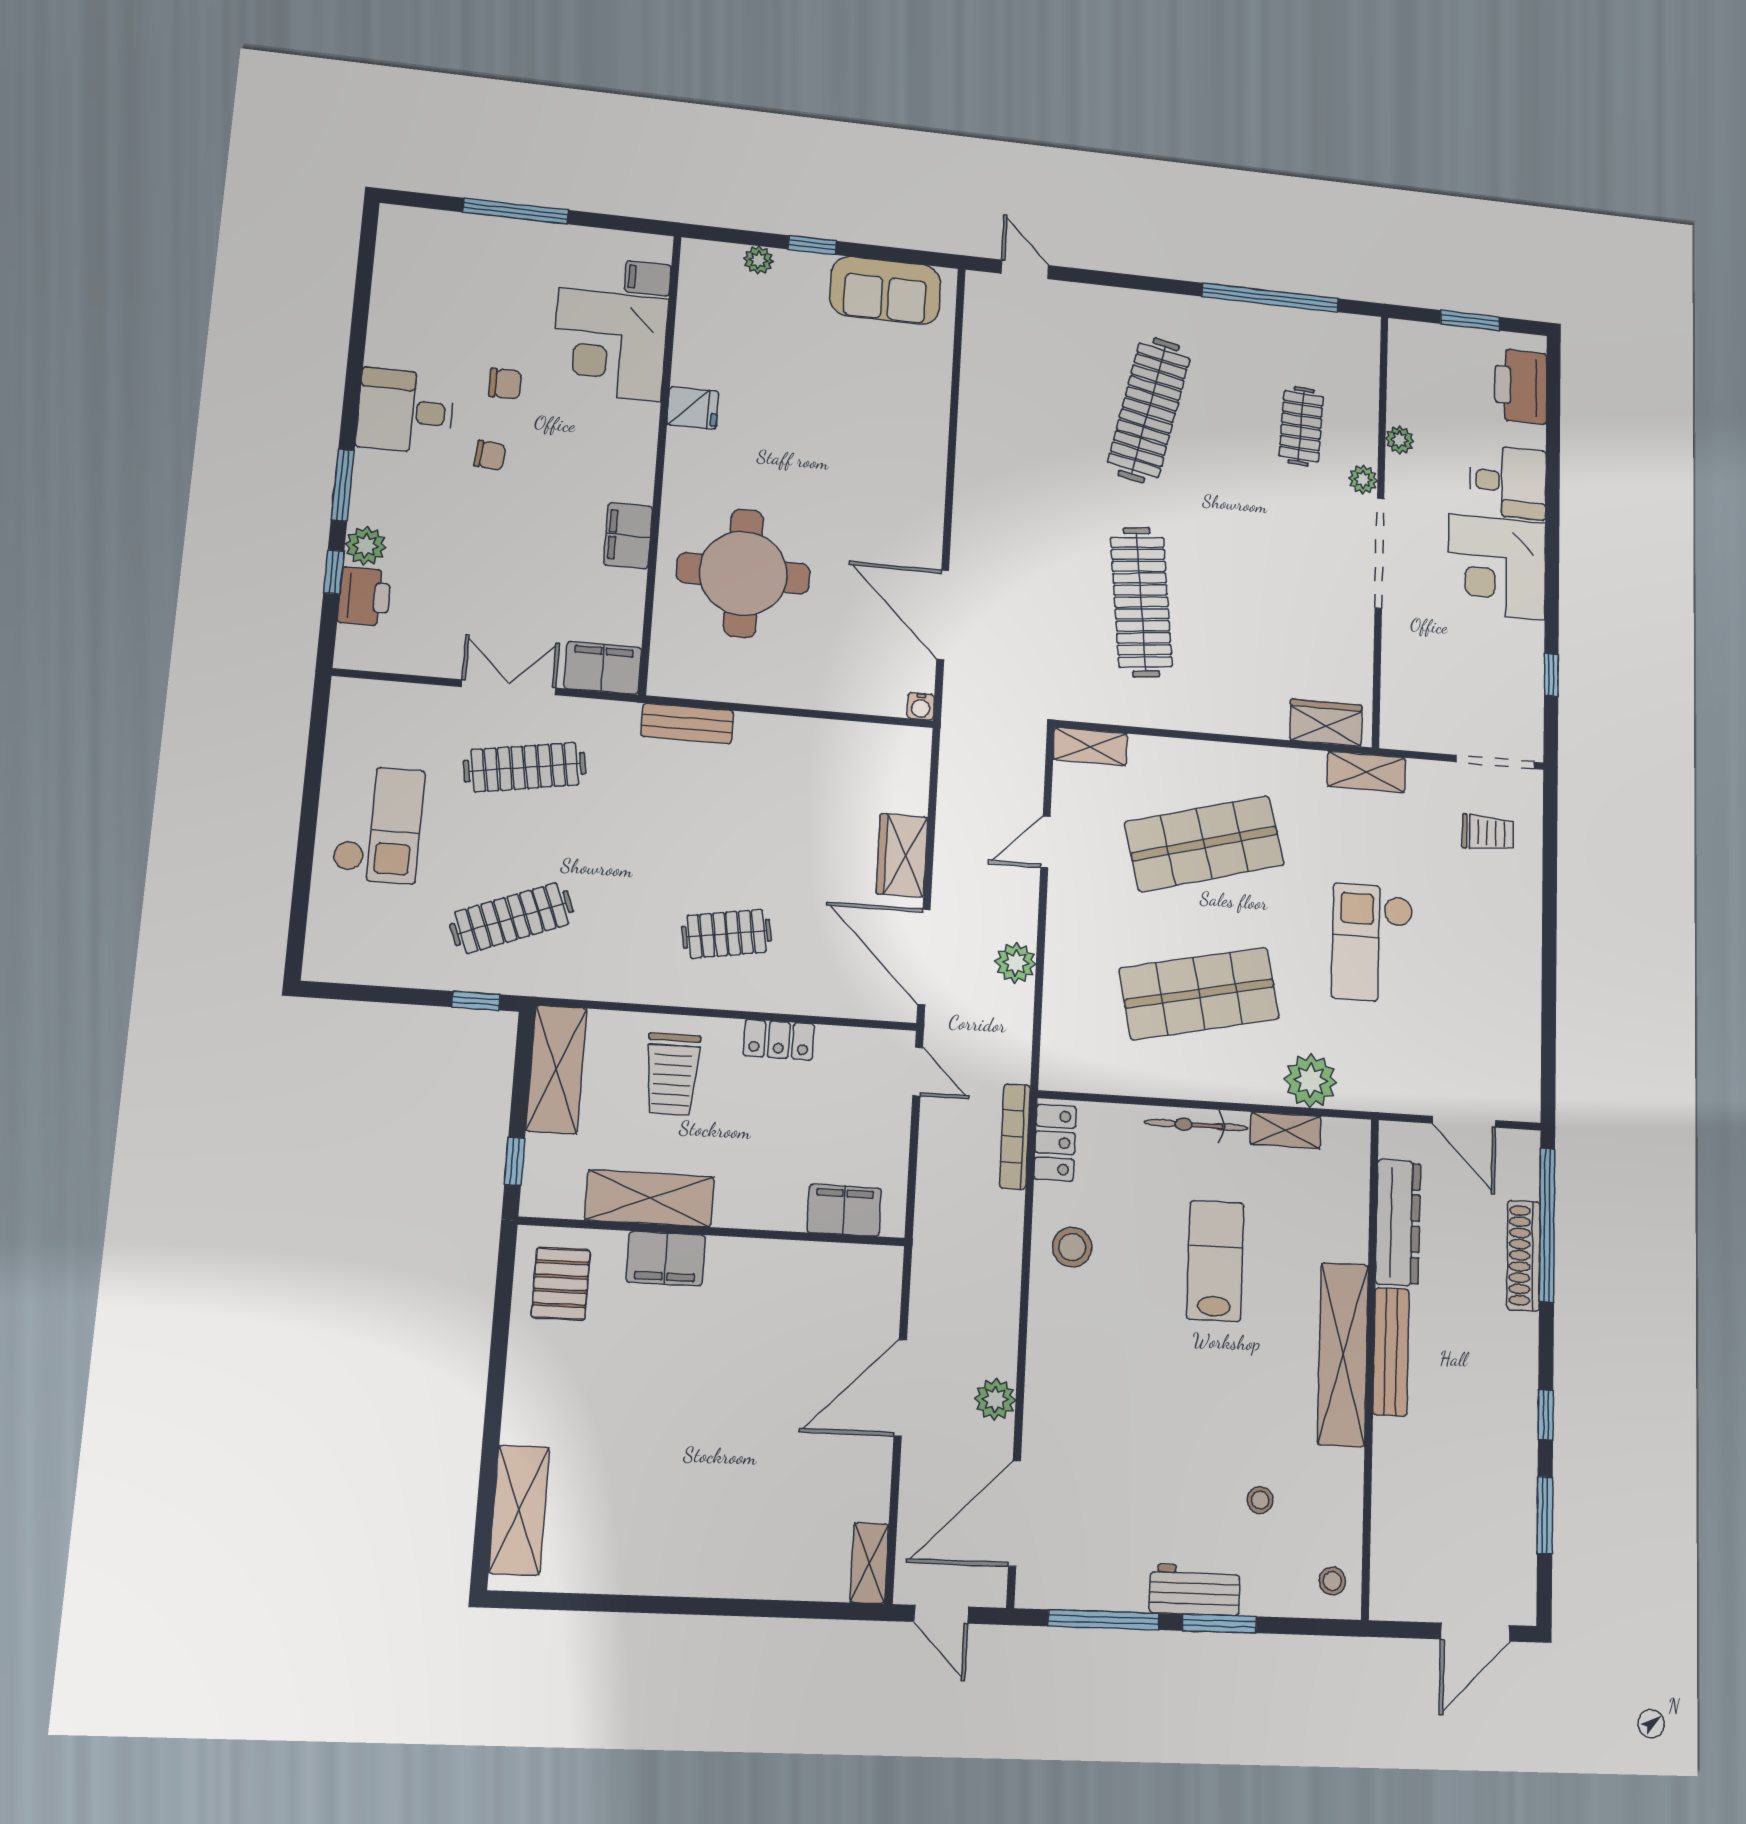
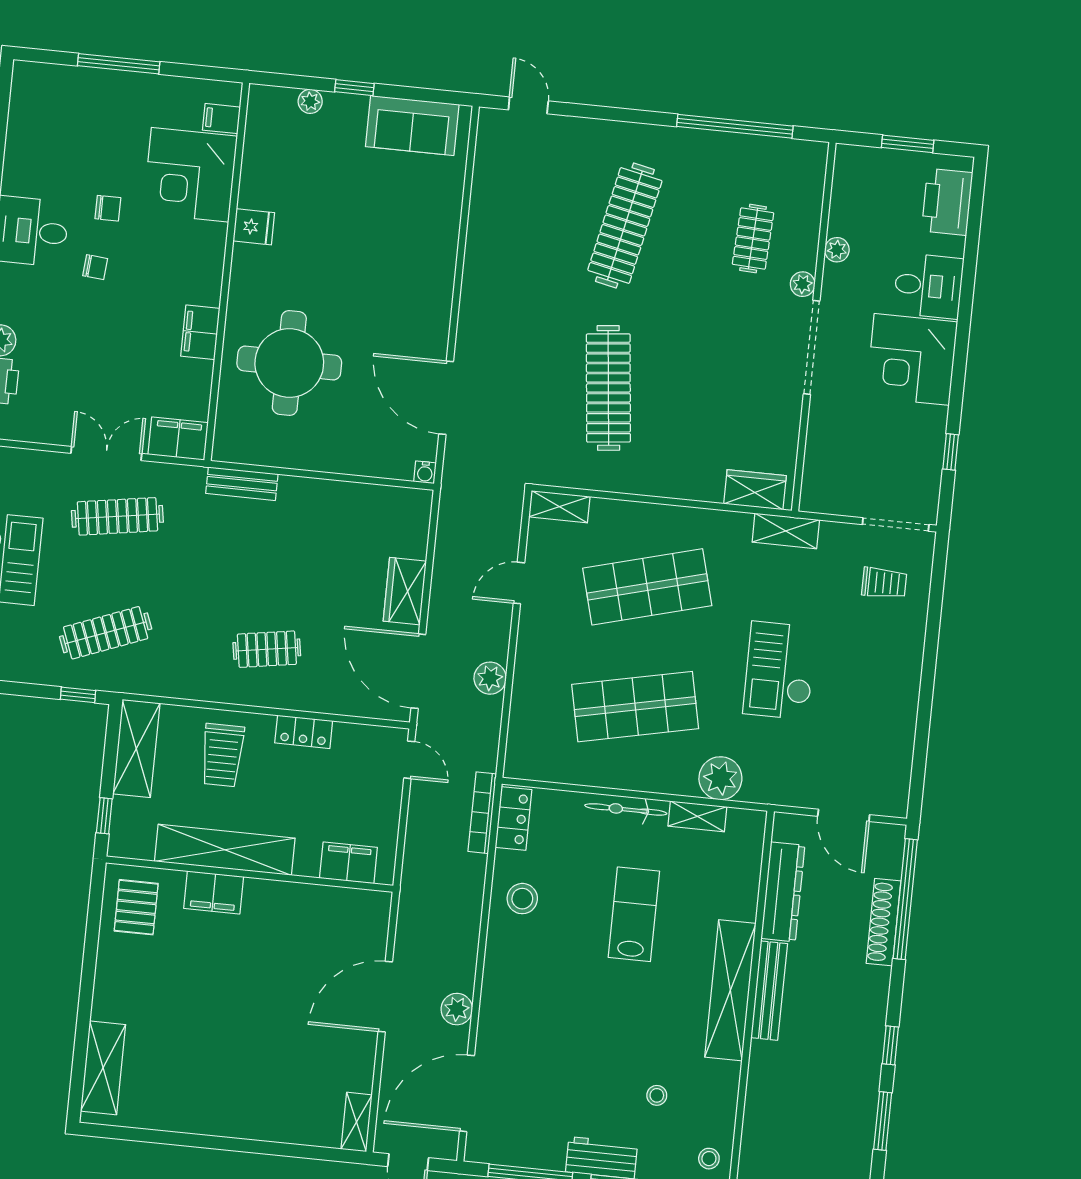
shelving: (650, 1198) -> (225, 850), width x1.47

